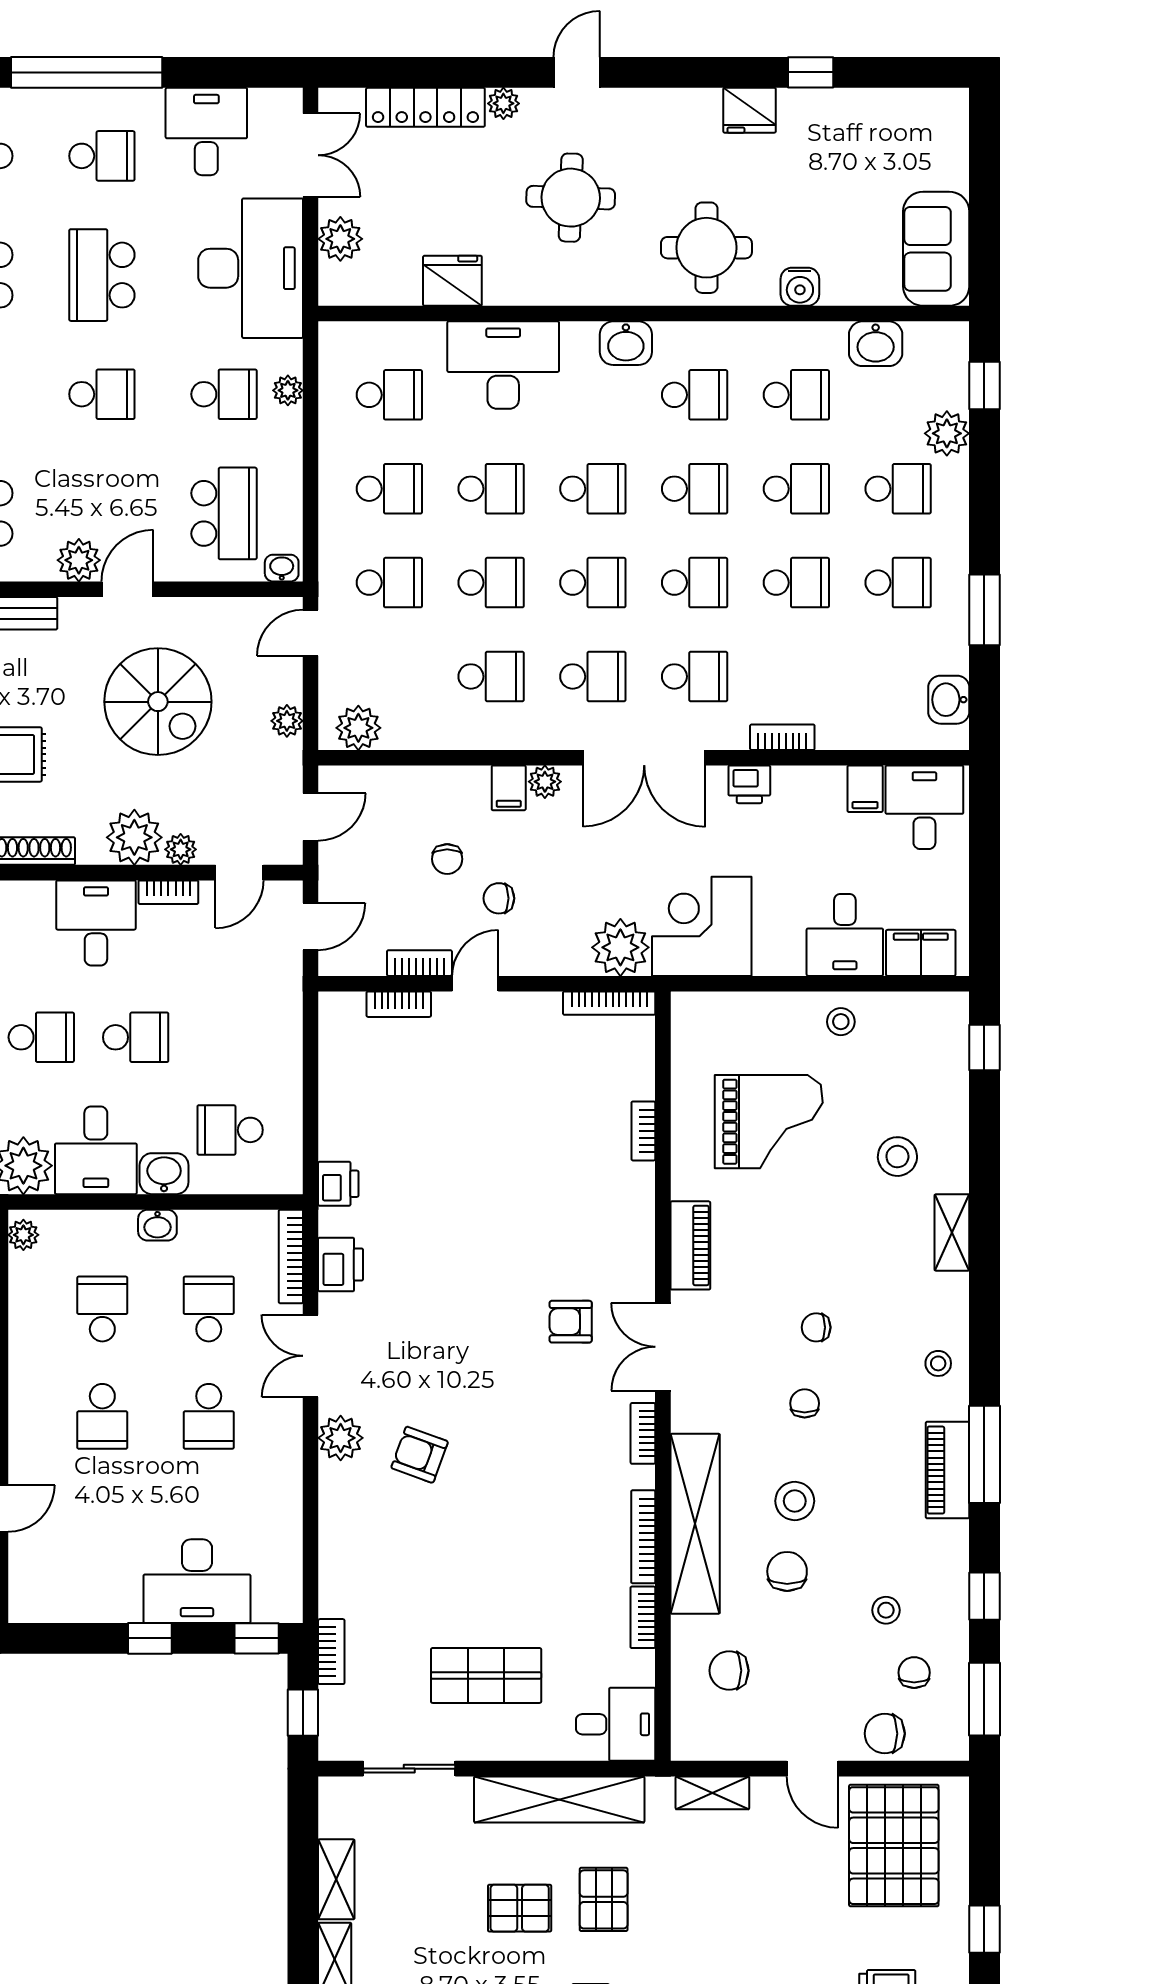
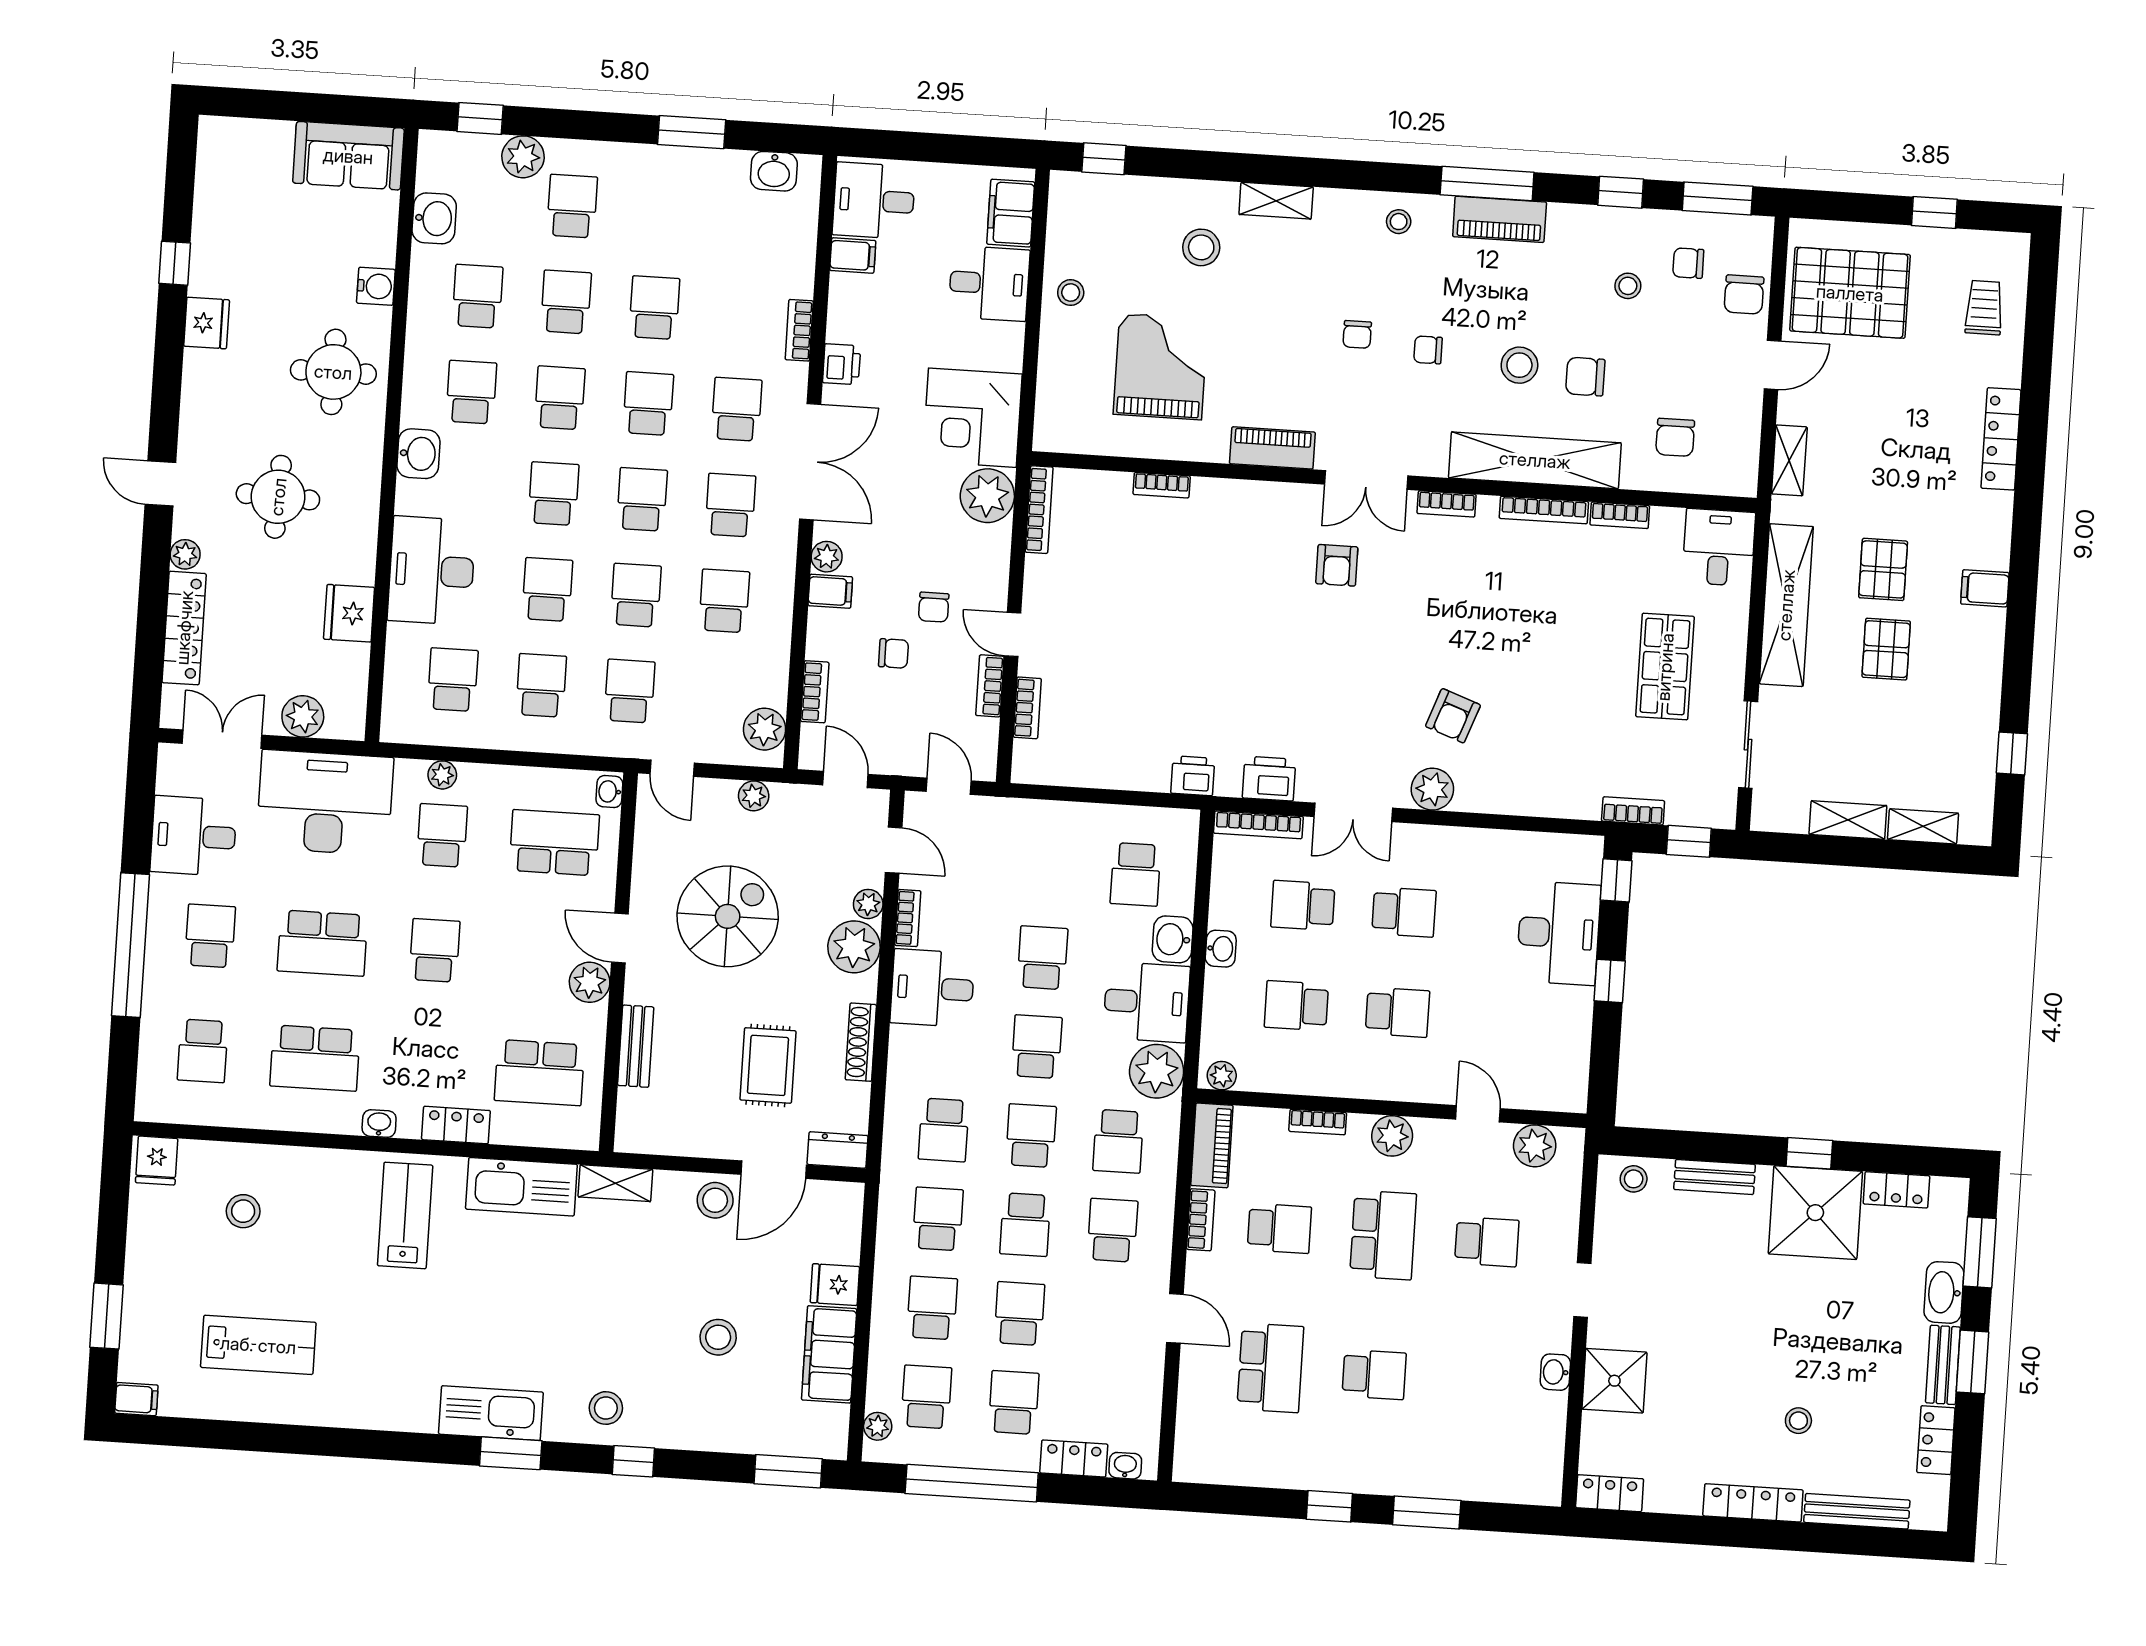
school desk: (898, 583) -> (661, 212), removed
bookcase: (401, 778) -> (815, 692), added
pallet: (604, 1899) -> (1883, 569), turned 90

